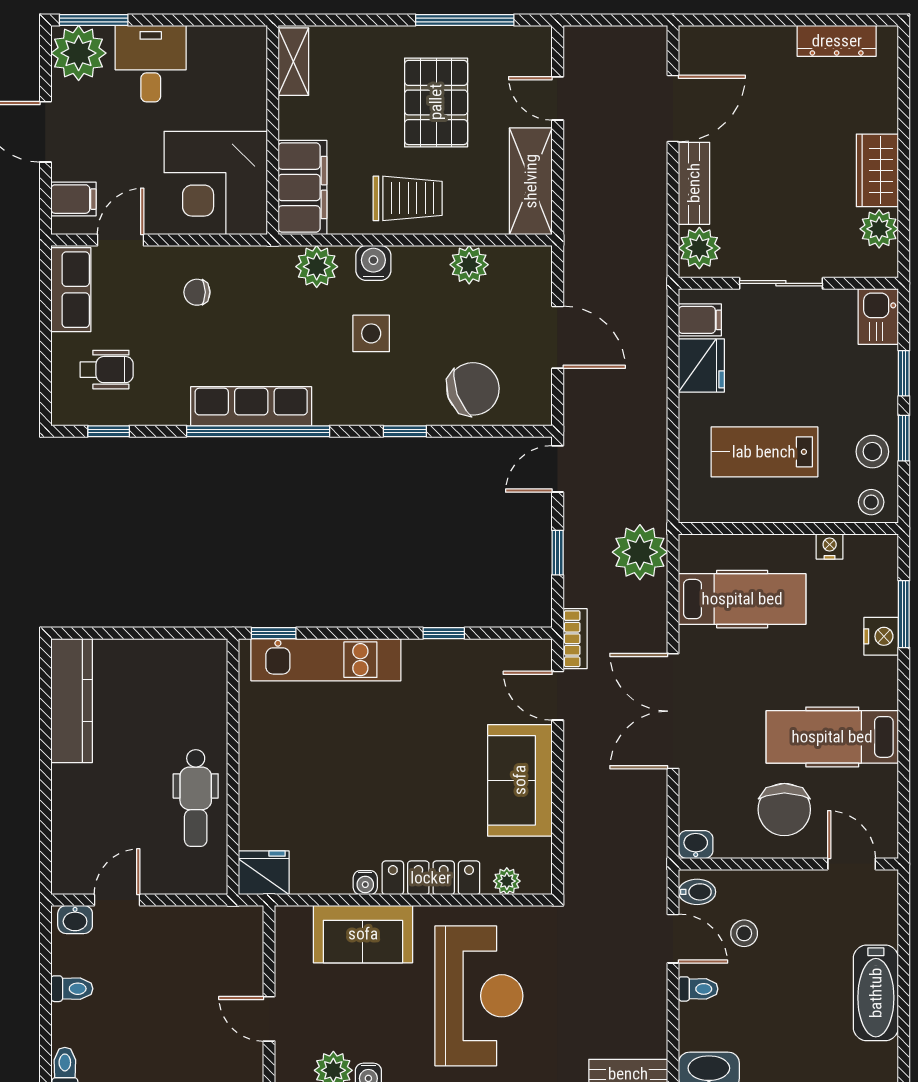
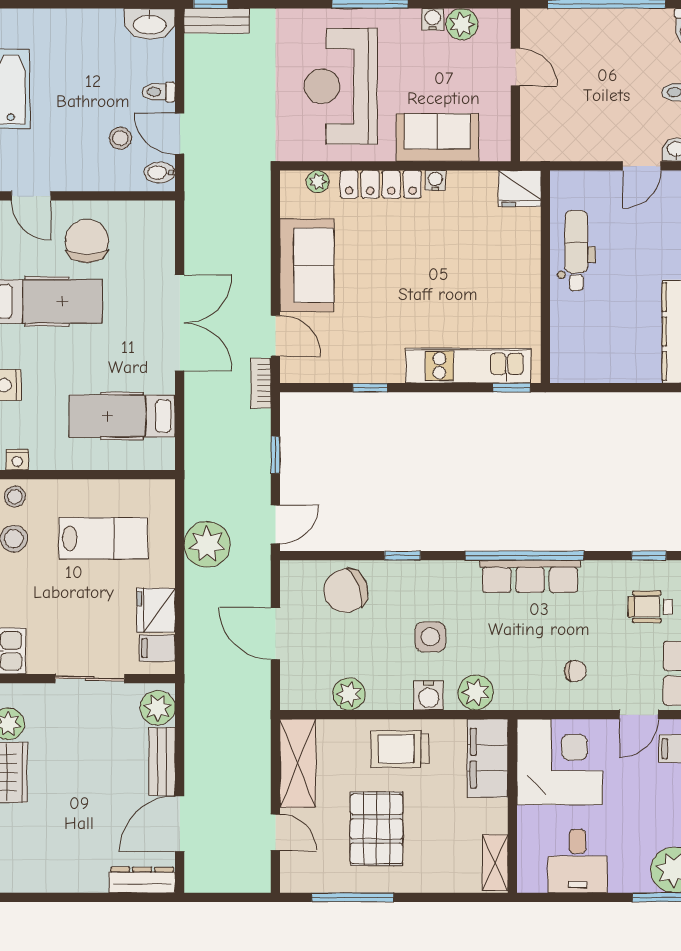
dresser: (837, 41) -> (142, 880), moved
desk: (151, 64) -> (577, 861), moved
nightstand: (830, 547) -> (17, 460), moved
plant: (640, 552) -> (207, 544), moved
washbasin: (696, 845) -> (161, 212), removed

